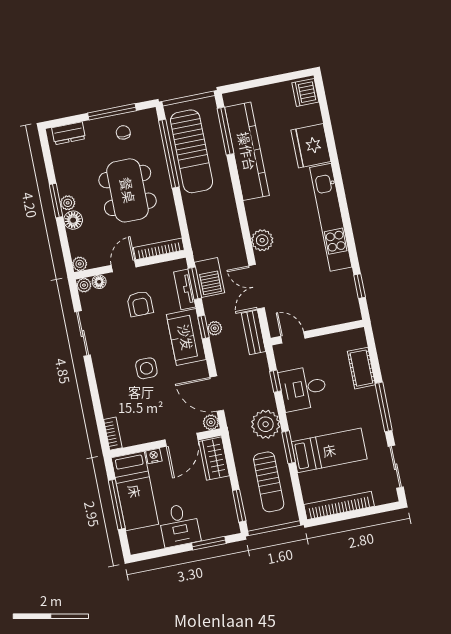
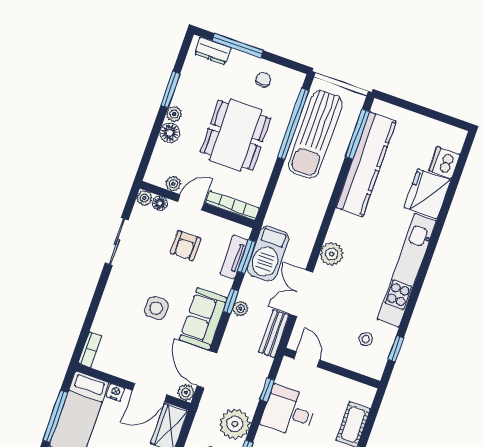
dishwasher: (305, 92) -> (444, 162), moved
window: (112, 112) -> (238, 46), moved
window: (56, 201) -> (170, 89), moved
plant: (80, 264) -> (173, 184), moved
barbecue: (209, 277) -> (268, 253), width x1.37, depth x1.21
stool: (331, 293) -> (366, 339), added
sofa: (186, 337) -> (203, 319), moved

